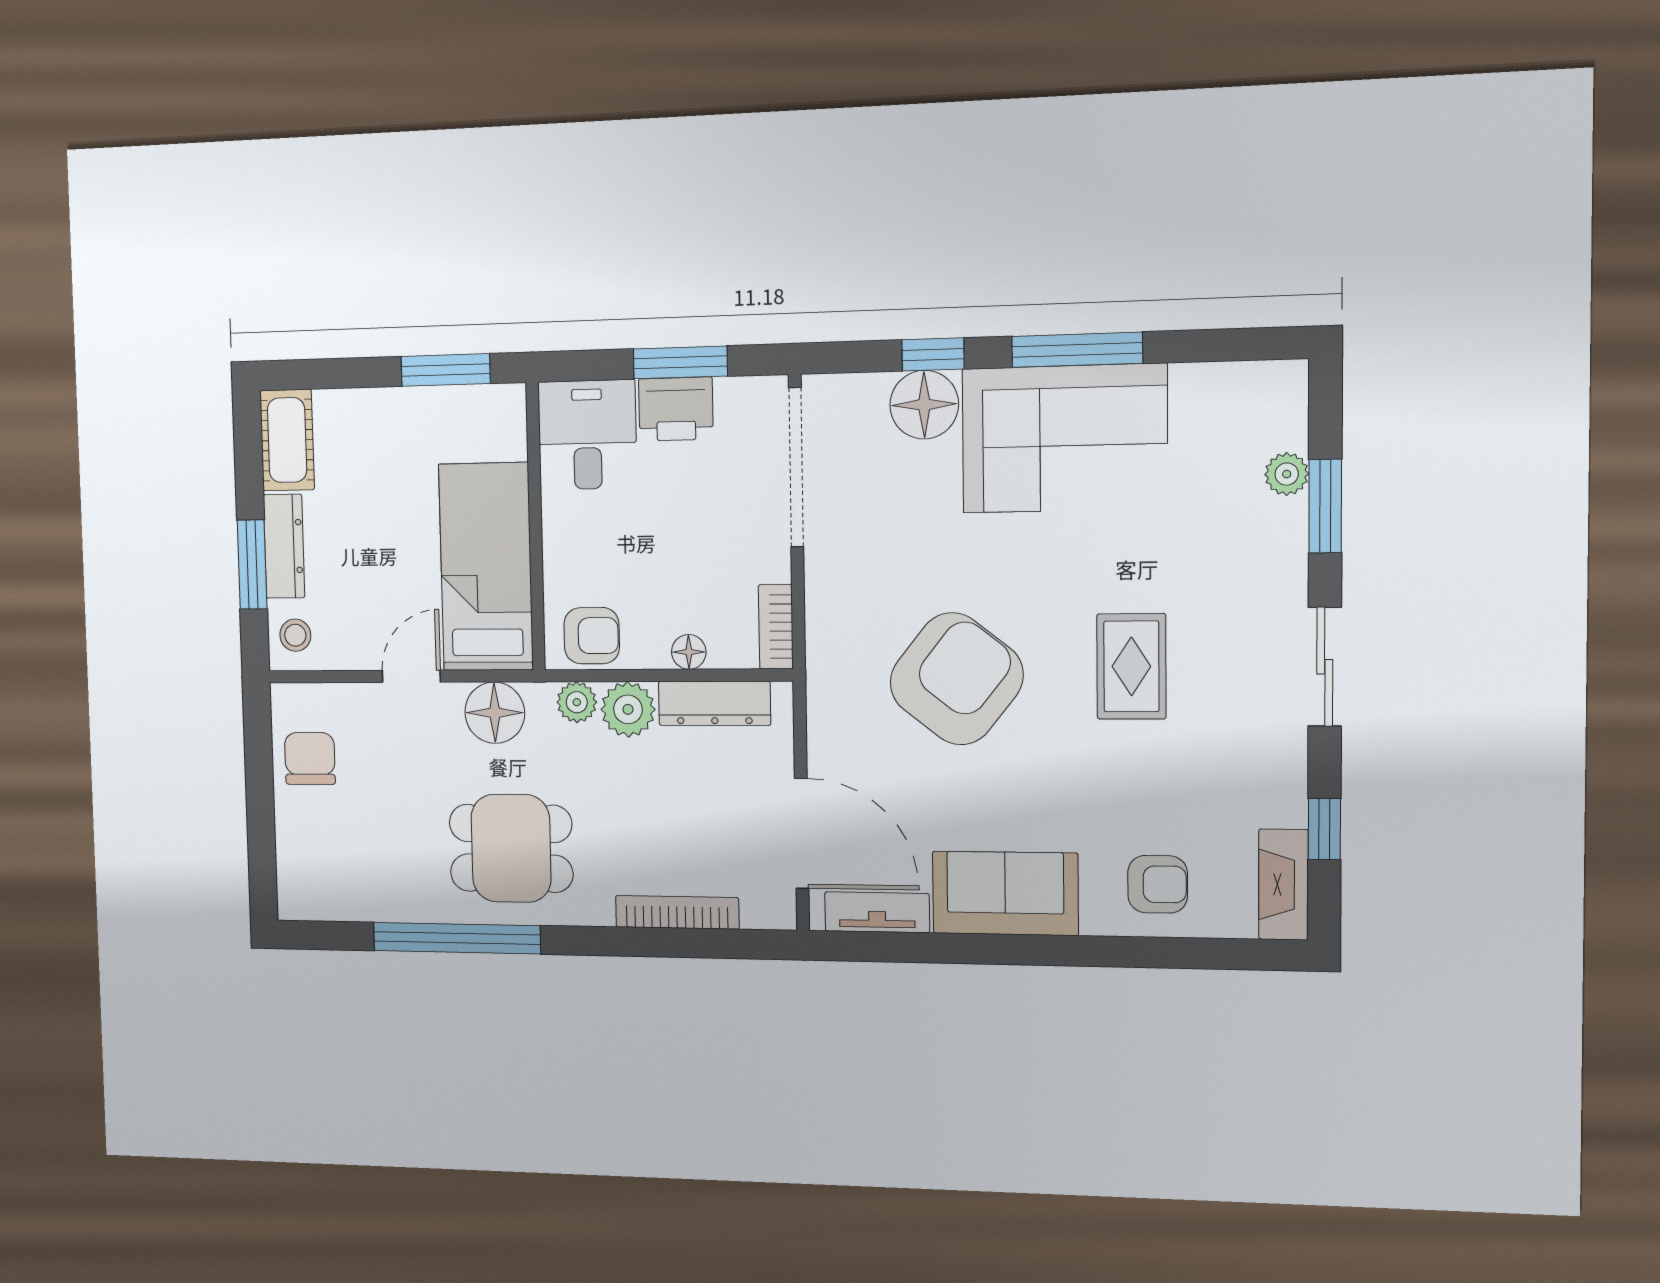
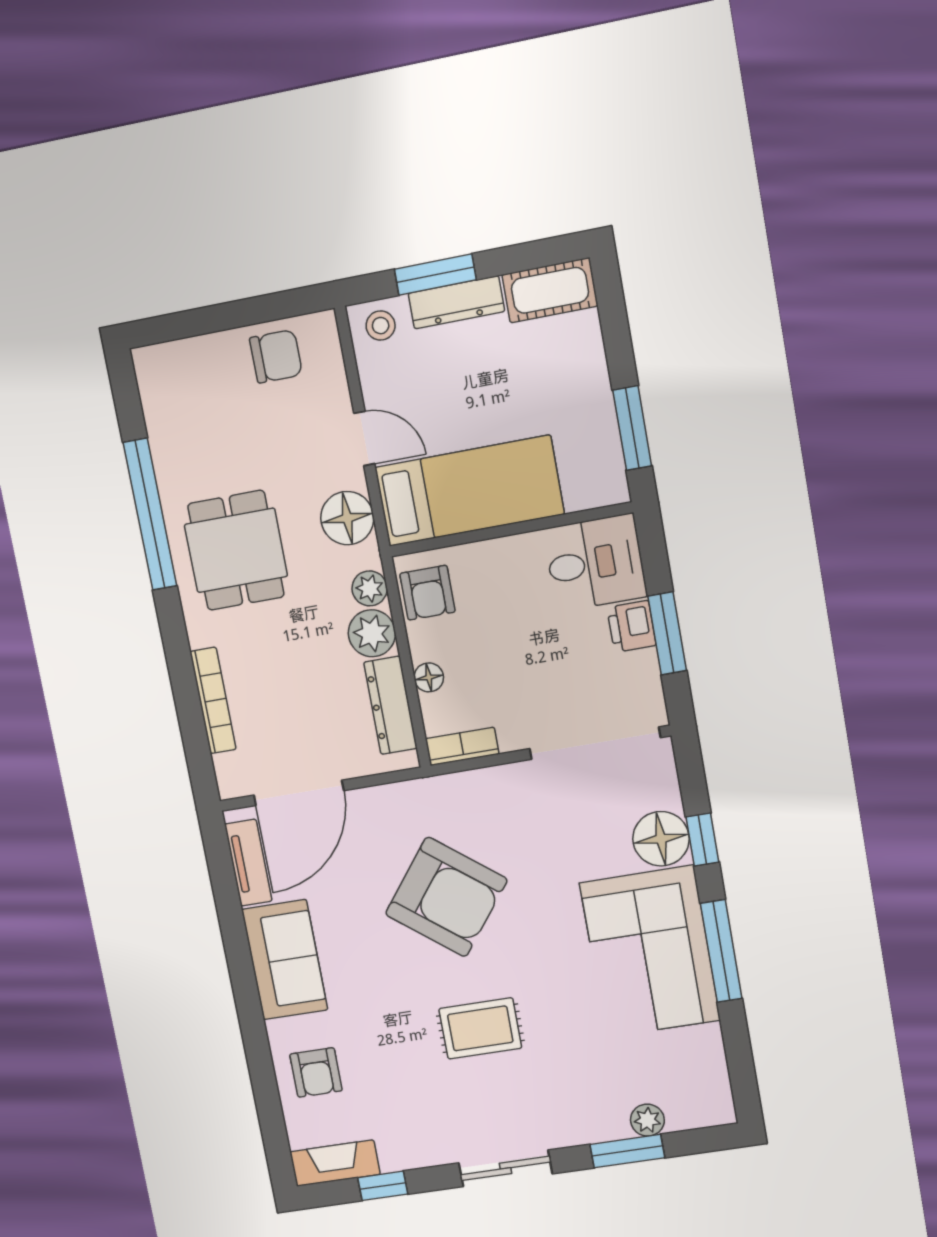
printer: (676, 409) -> (632, 626), width x0.73, depth x0.81

